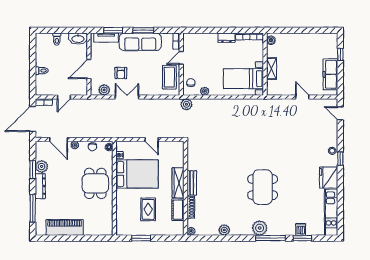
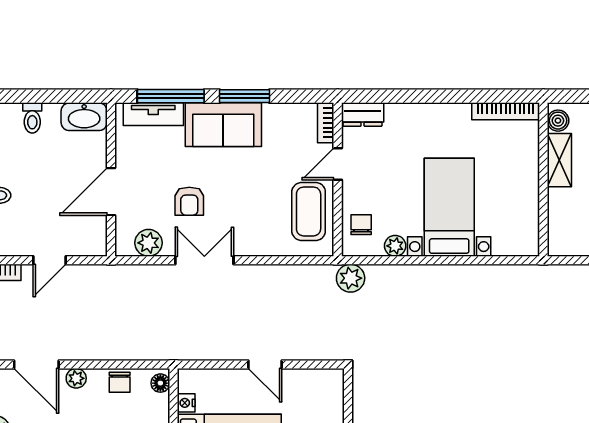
window: (113, 30) -> (171, 96), width x1.44
dresser: (226, 38) -> (363, 114), moved
sofa: (140, 42) -> (223, 125), width x0.73
shelving: (271, 69) -> (559, 160), moved
bed with nightstands: (243, 79) -> (449, 207), moved, turned 90

